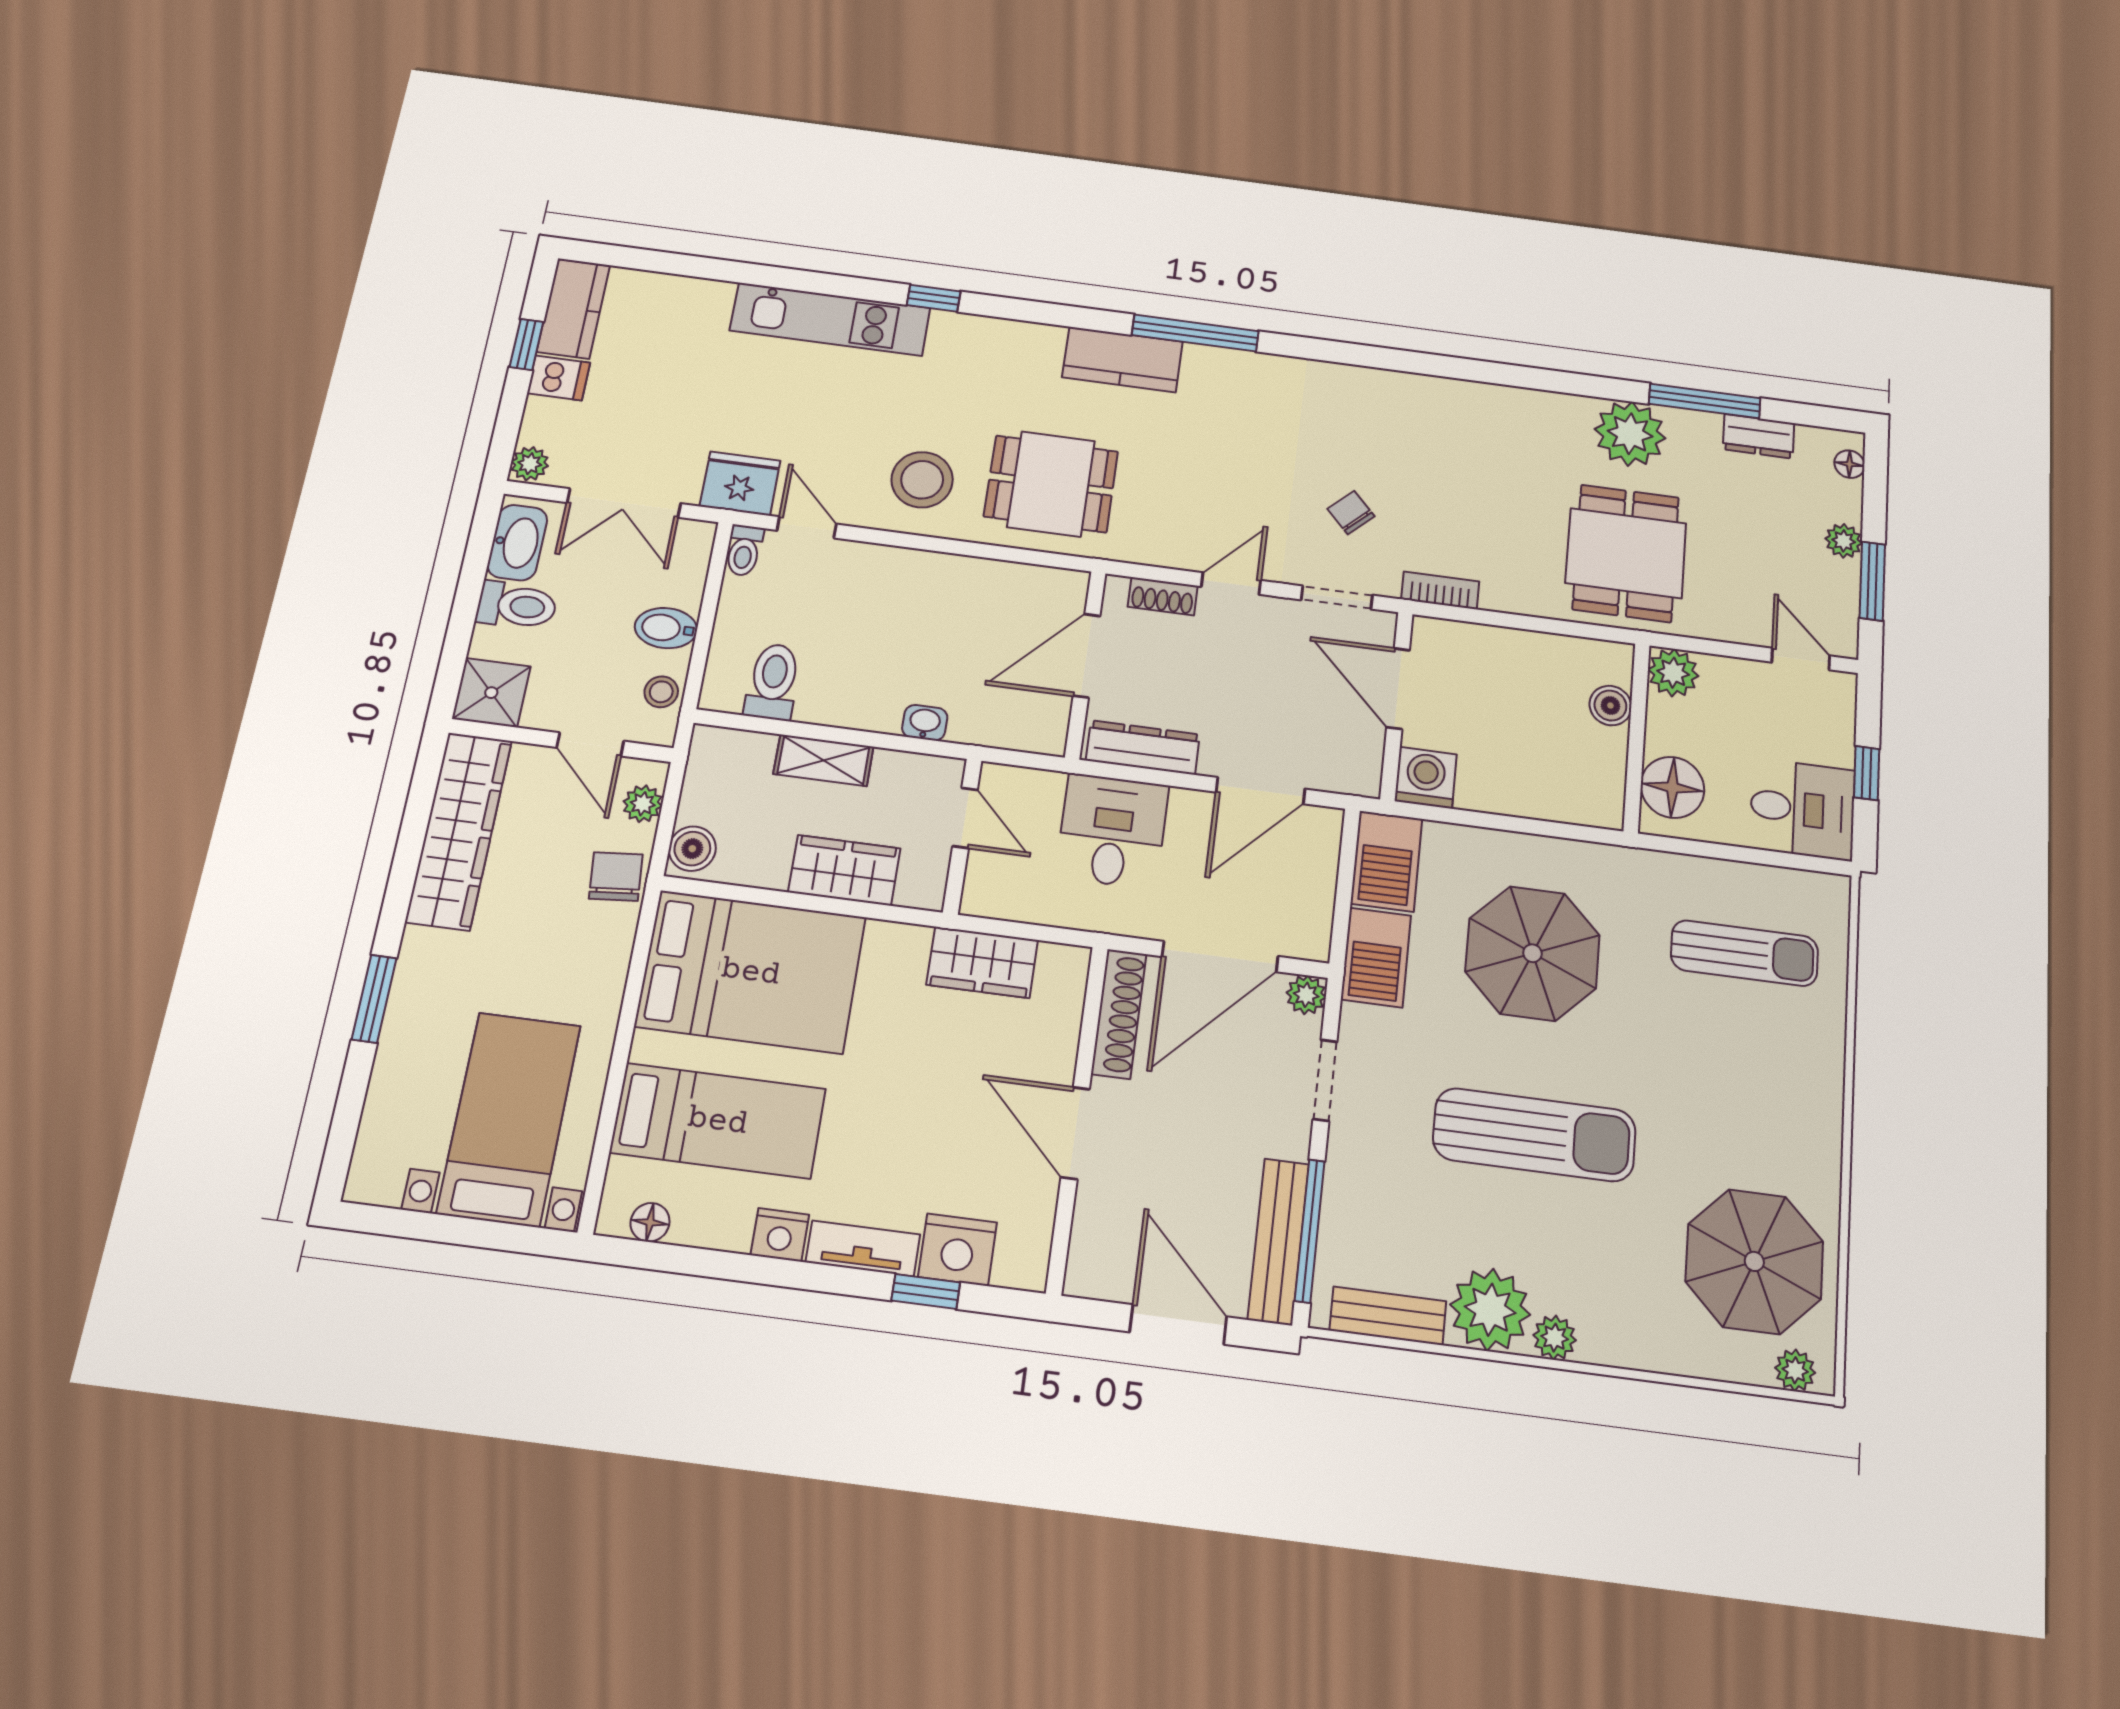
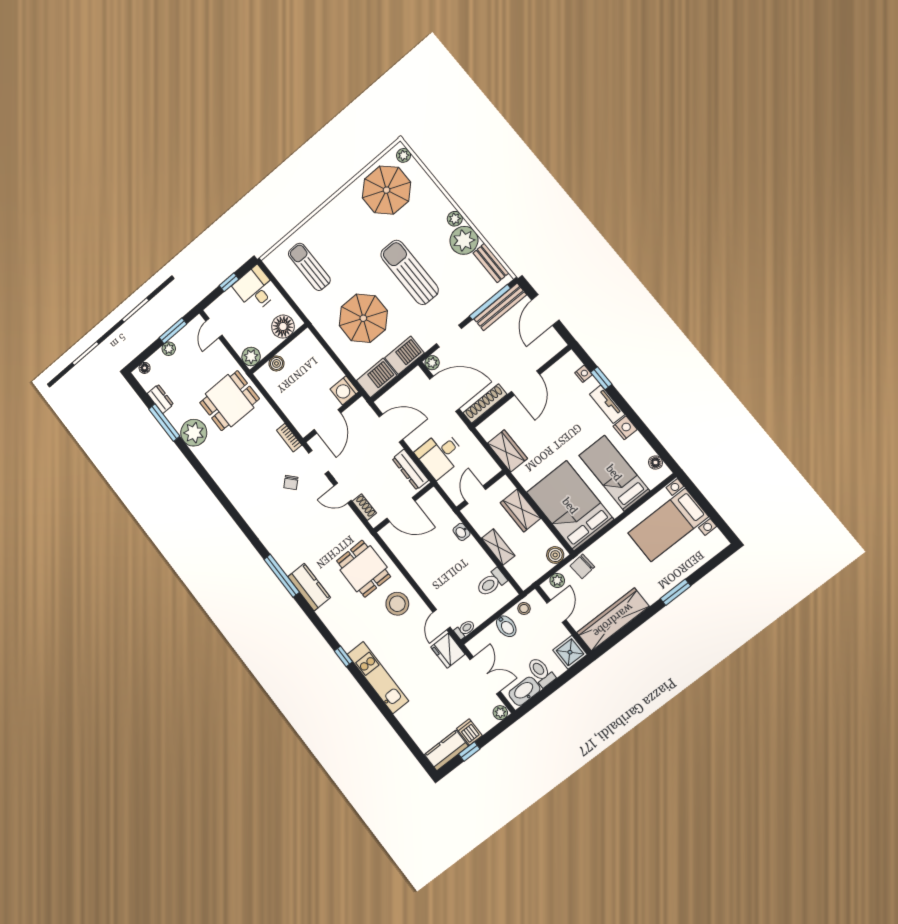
nightstand: (958, 1250) -> (584, 374), width x0.53, depth x0.56

